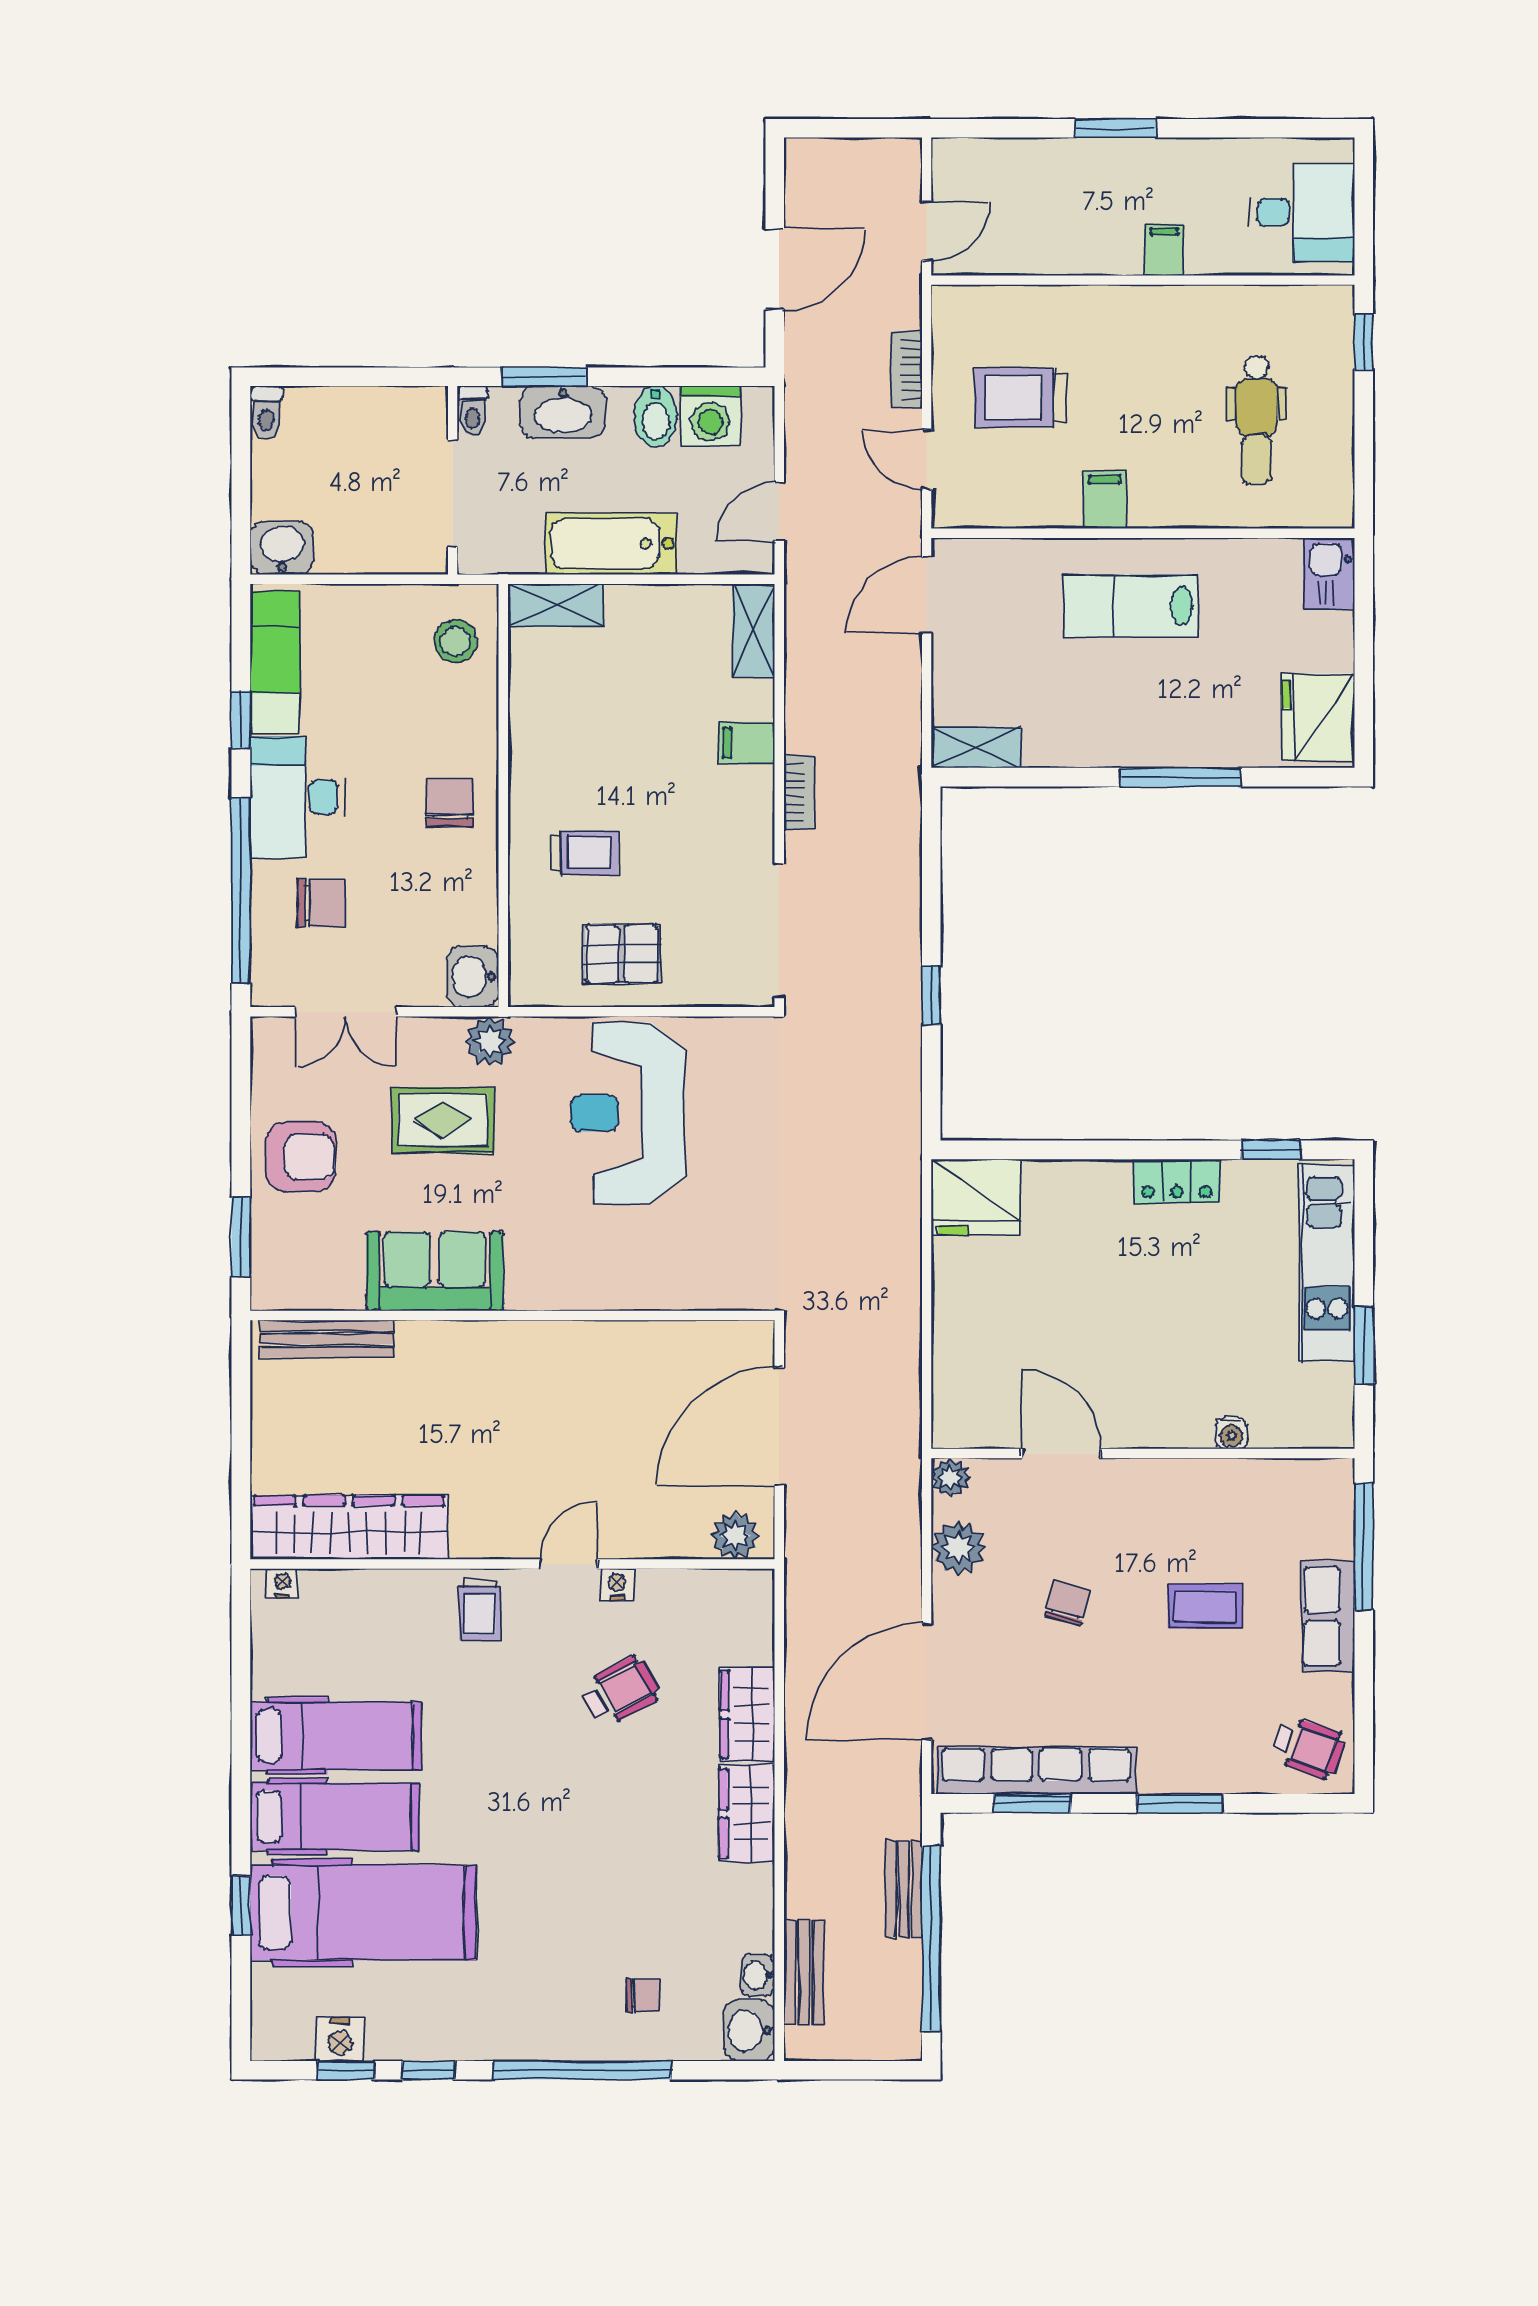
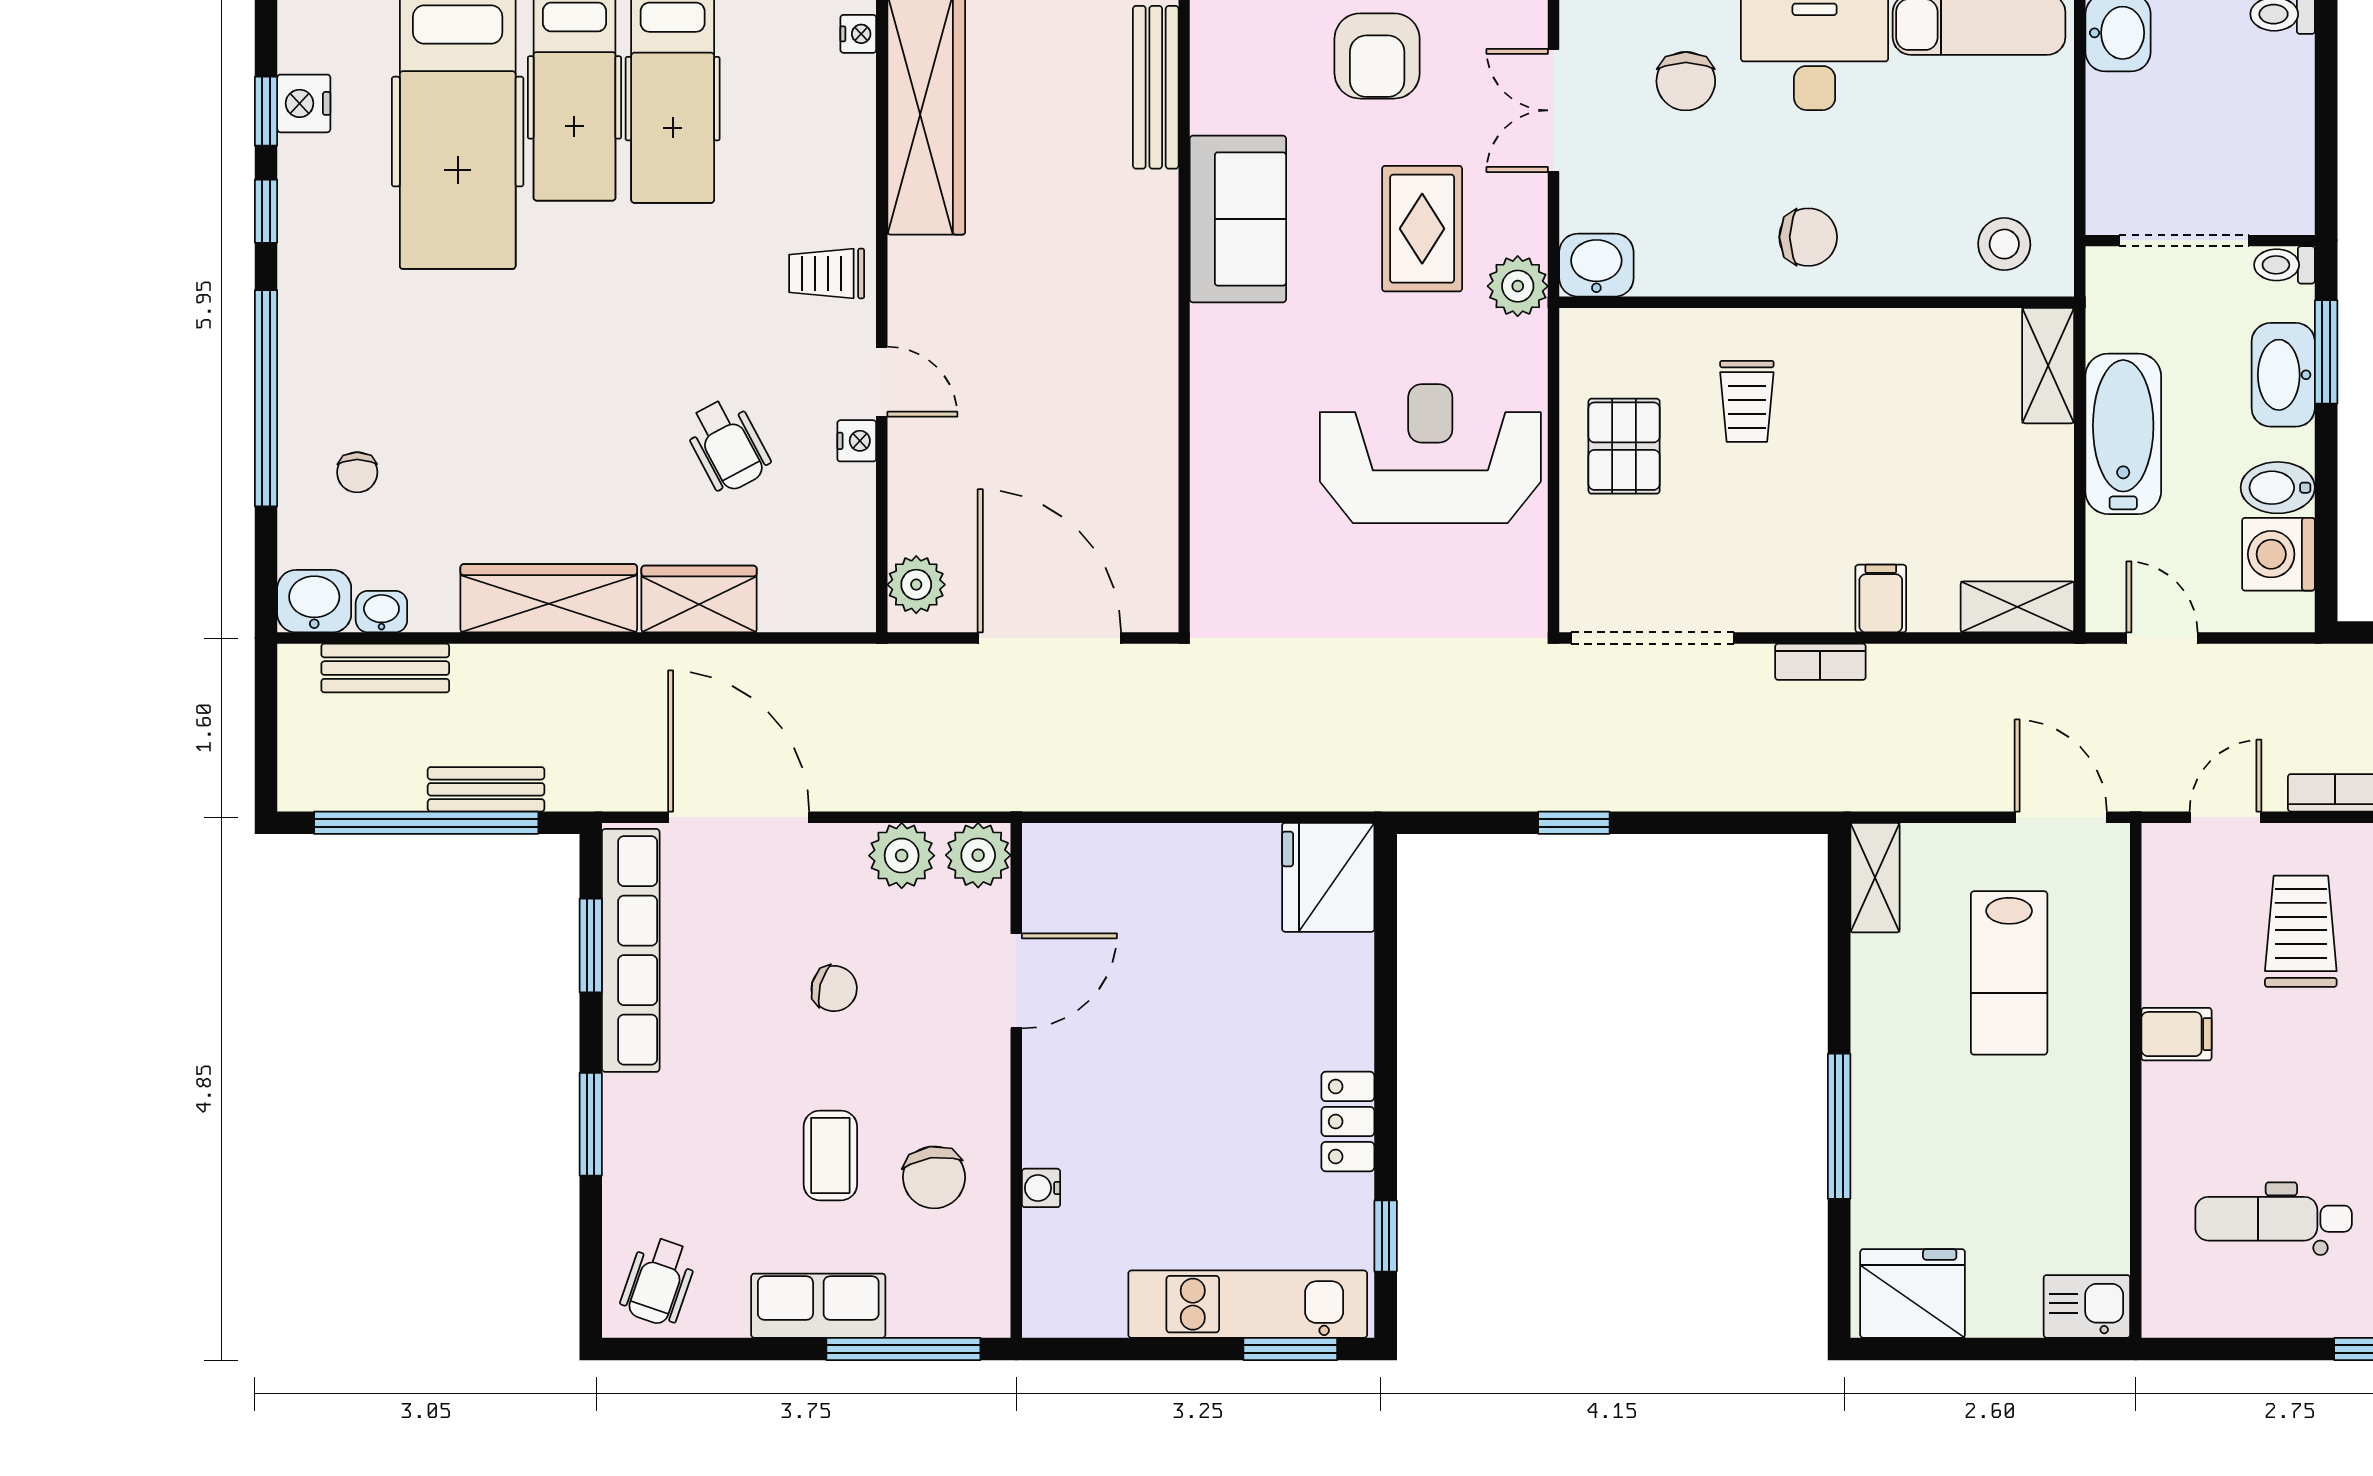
lab bench: (1130, 606) -> (2009, 973), moved, turned 180
window: (1364, 1345) -> (1290, 1349), moved
plant: (951, 1478) -> (978, 855), width x1.38, depth x1.38
chair: (1223, 1521) -> (934, 1177), added
wardrobe: (747, 1814) -> (549, 598), width x1.50

